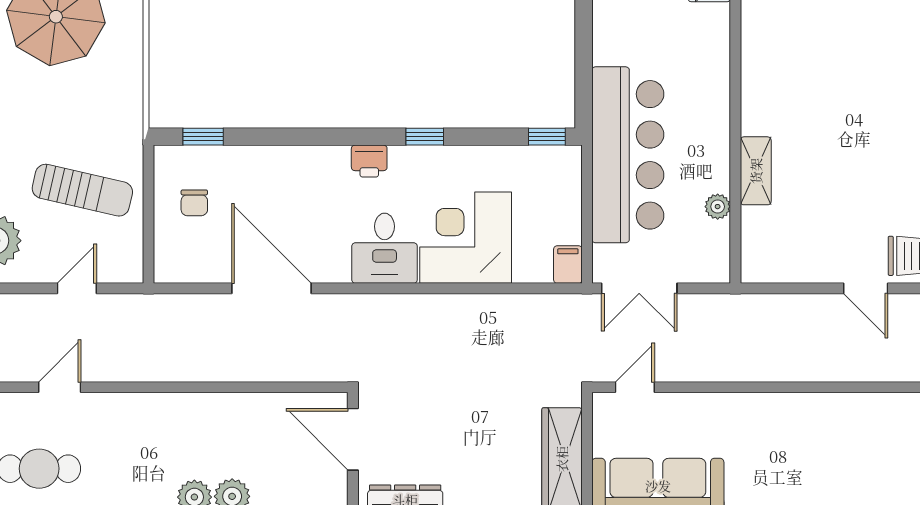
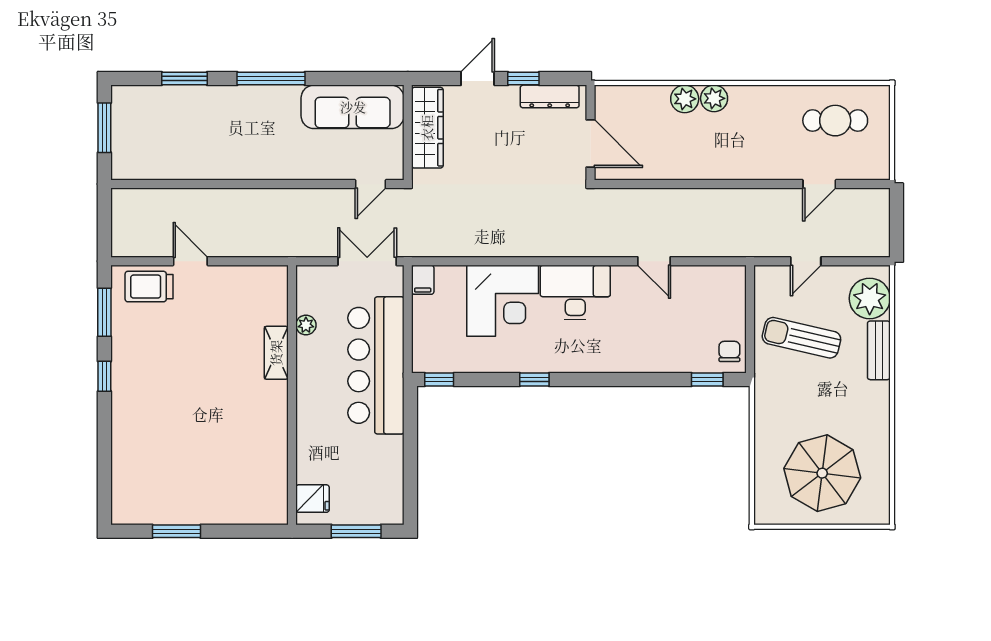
printer: (369, 161) -> (578, 360), removed
chair: (194, 203) -> (729, 351), moved
desk: (385, 248) -> (575, 292), width x1.37
door: (271, 288) -> (654, 261), width x0.53

